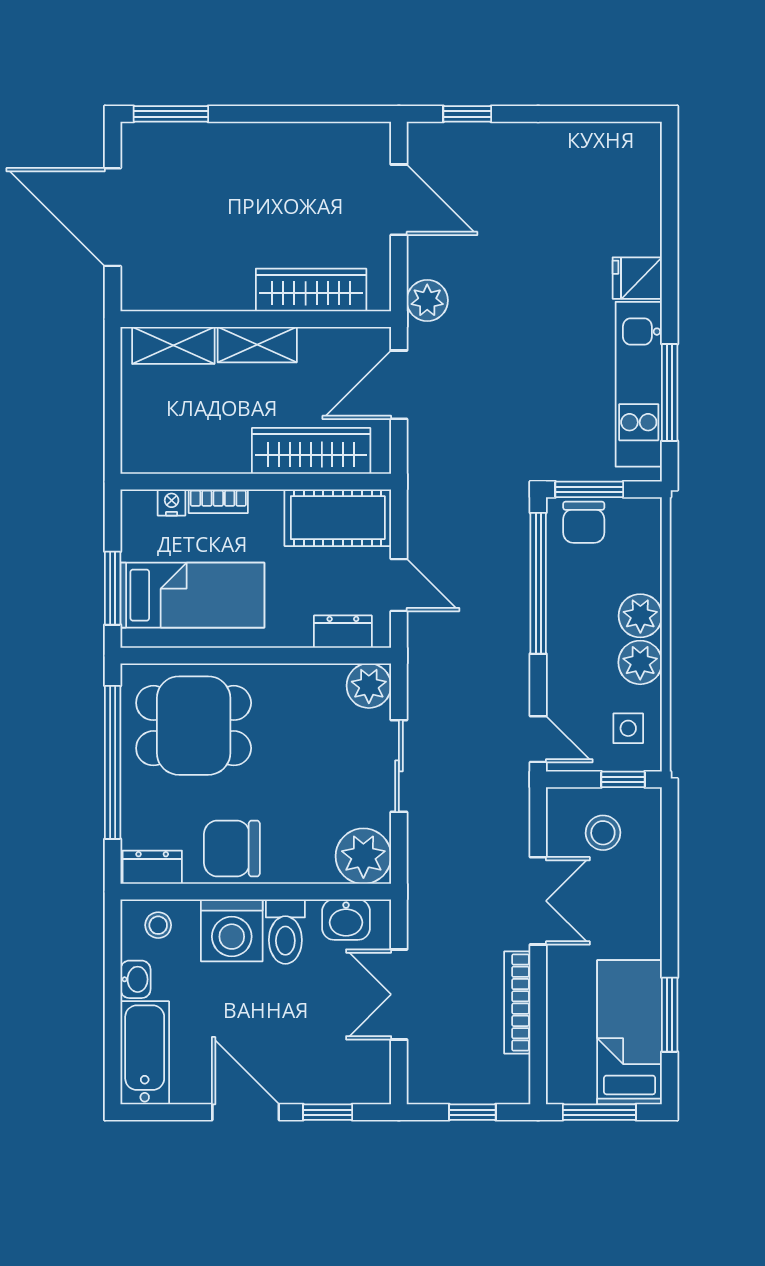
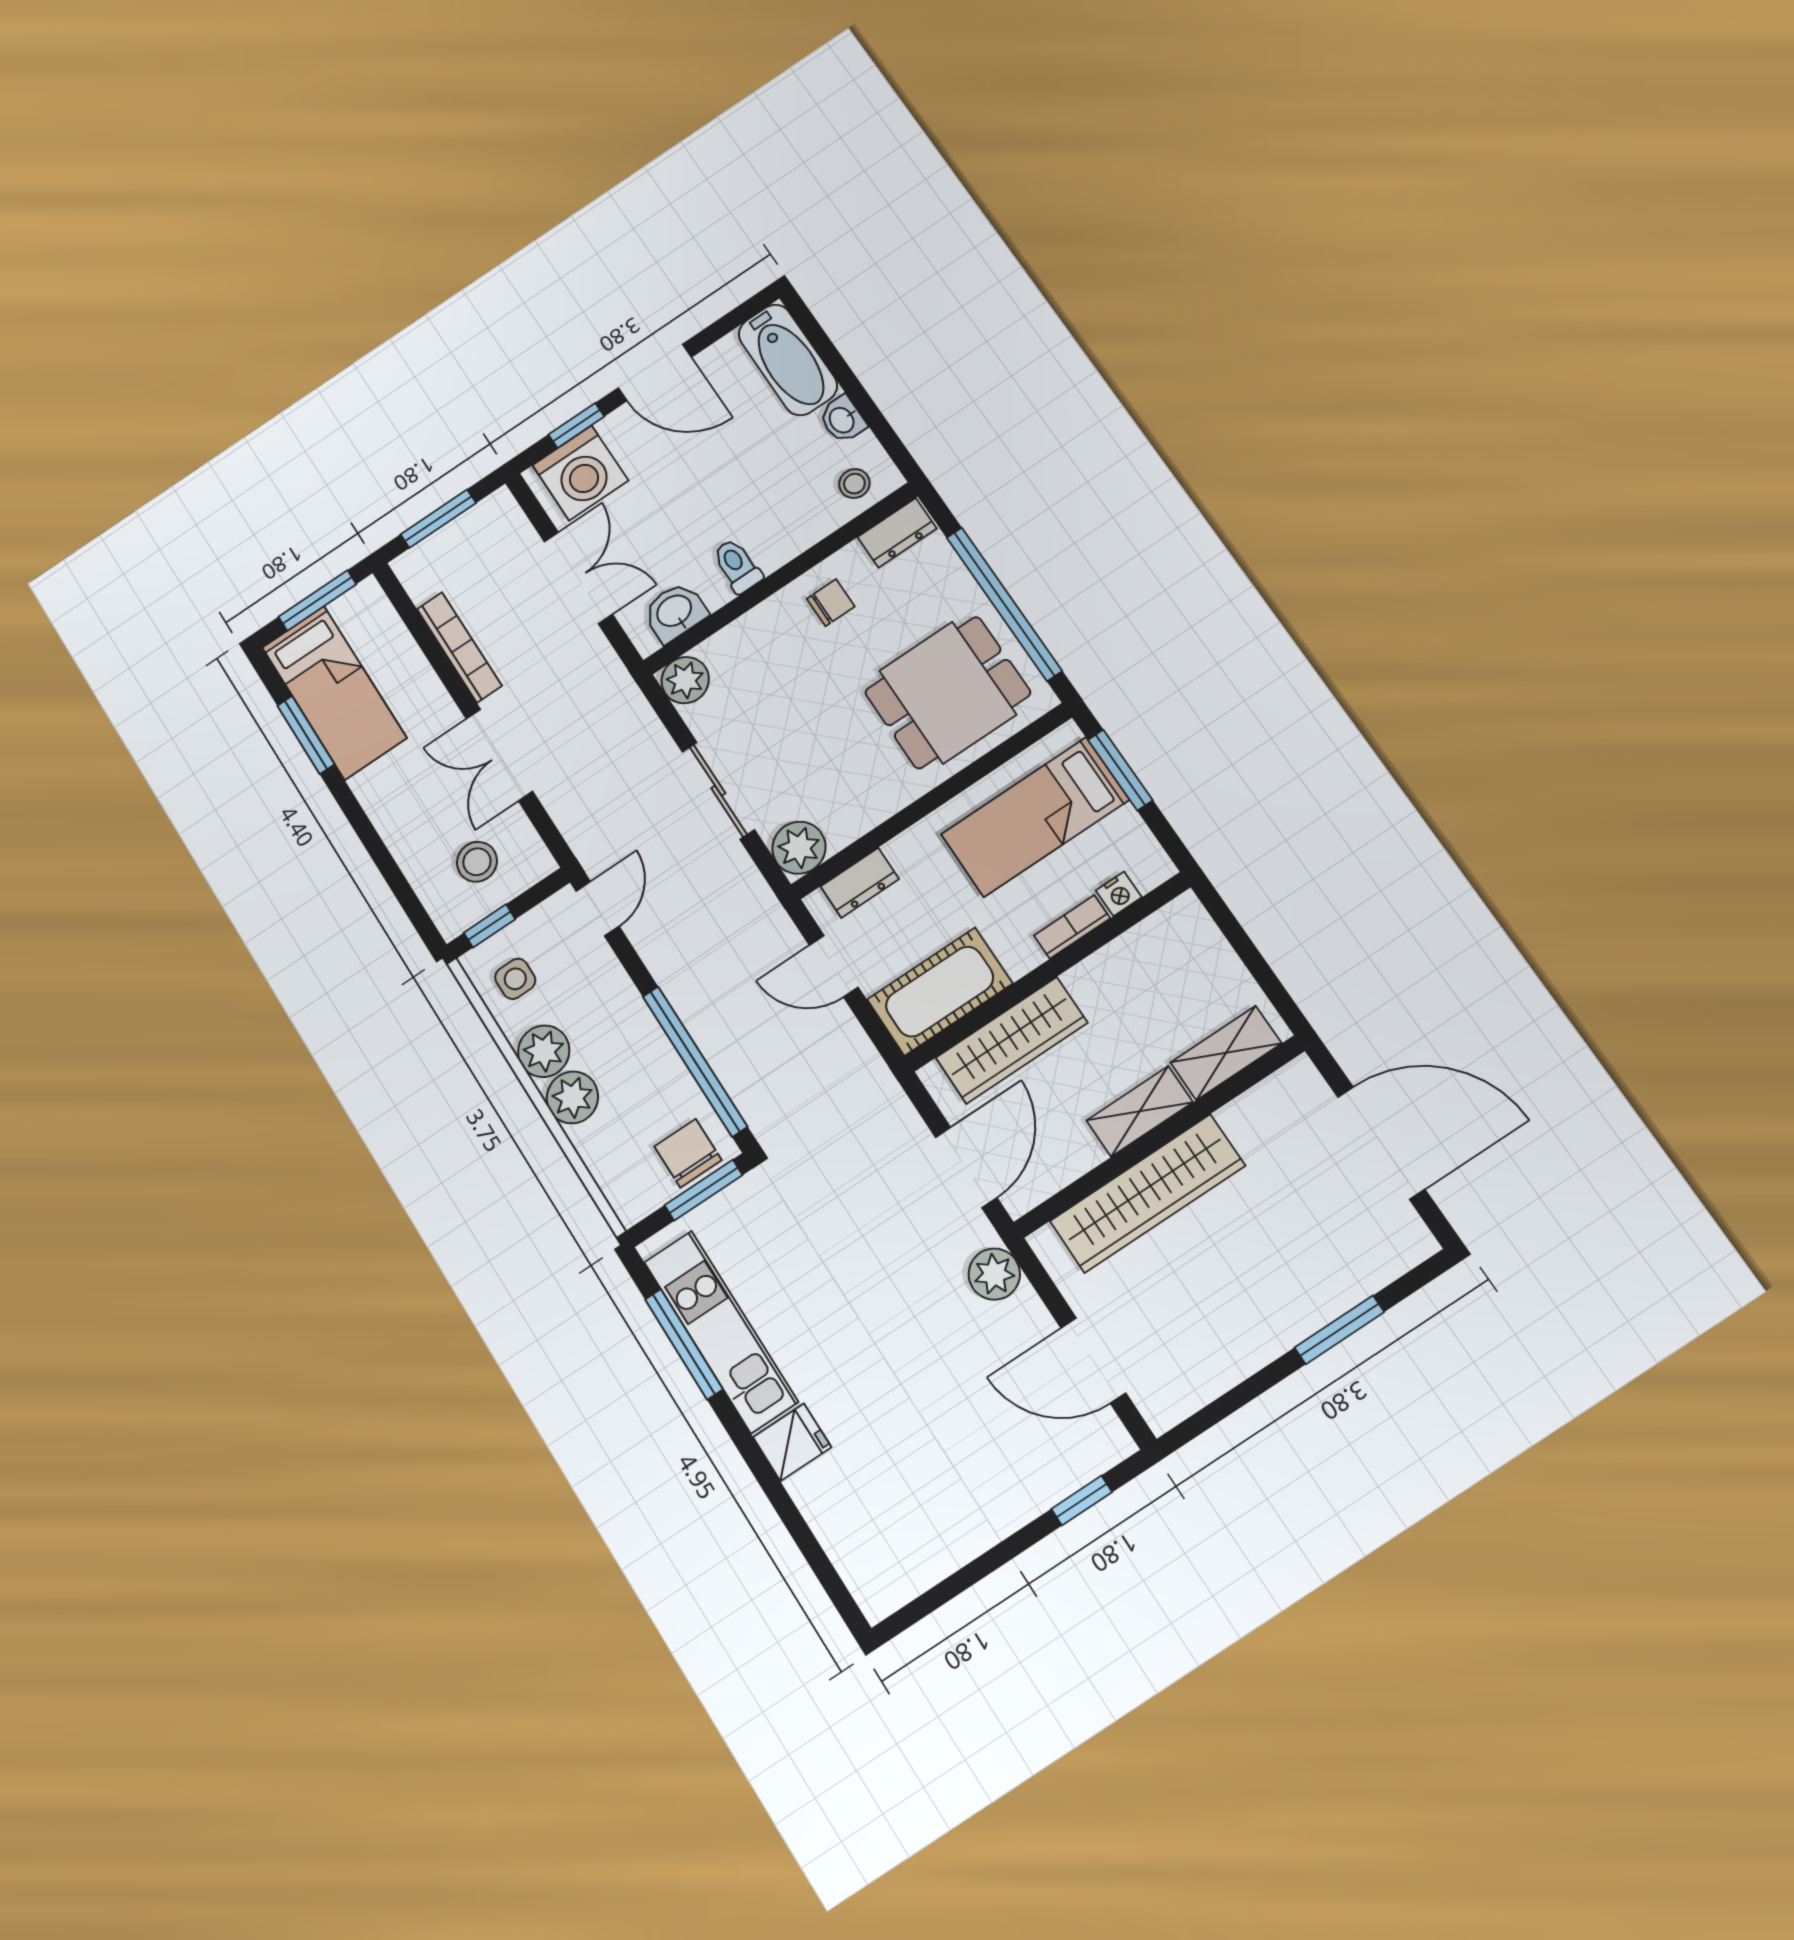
window: (171, 114) -> (1339, 1330), moved
wardrobe: (311, 290) -> (1147, 1193), width x1.40, depth x1.17
door: (538, 739) -> (597, 909), swing flipped
chair: (232, 849) -> (831, 603), width x0.54, depth x0.54
plant: (363, 856) -> (685, 680), width x0.73, depth x0.73
washing machine: (232, 930) -> (580, 473), moved, turned 180
toilet: (285, 932) -> (737, 566), width x0.73, depth x0.72
window: (472, 1112) -> (438, 519), width x1.50

